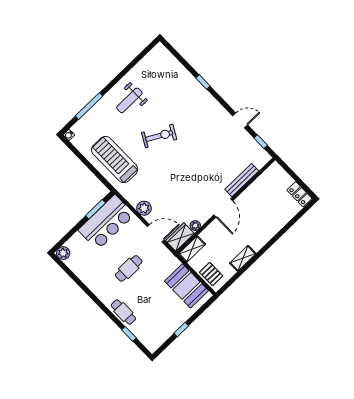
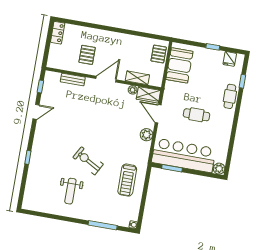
weight bench: (129, 100) -> (70, 191), moved, turned 90
door: (240, 120) -> (36, 112), swing flipped
treadmill: (115, 160) -> (127, 180), width x0.73, depth x0.73
bench: (242, 180) -> (73, 80), width x0.73
pallet: (259, 207) -> (87, 55), added
bar counter: (106, 222) -> (184, 155), width x1.36
shelving: (192, 249) -> (137, 78), moved
shelving: (243, 258) -> (131, 40), removed
fridge: (159, 337) -> (230, 59), added

